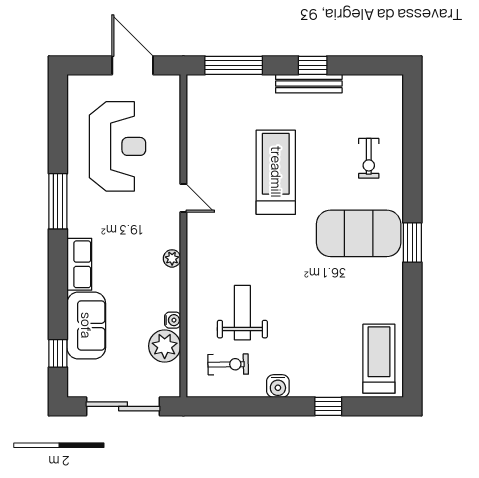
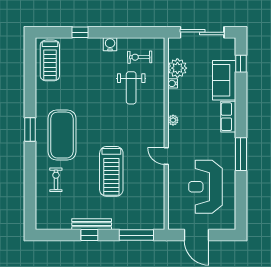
exercise mat: (359, 233) -> (62, 135), turned 90

